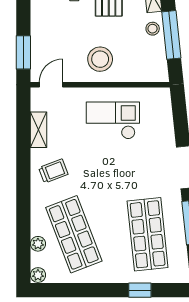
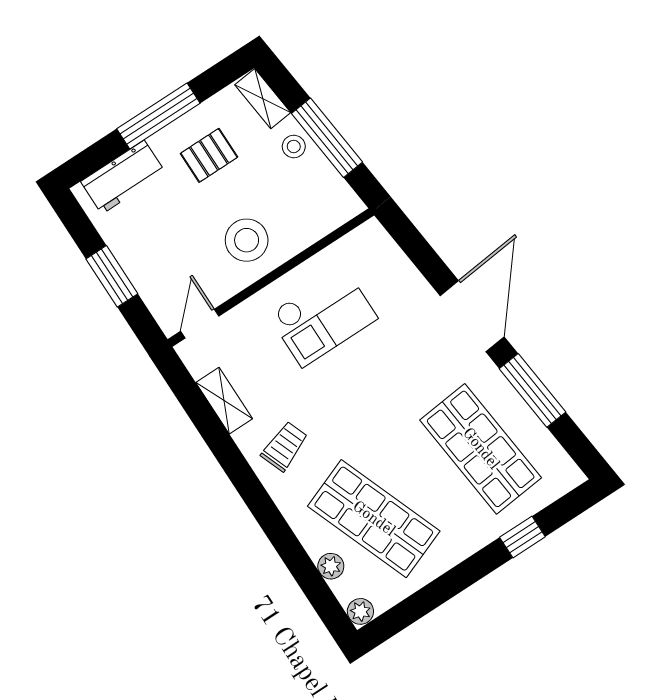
window: (23, 52) -> (112, 276), moved
checkout: (113, 120) -> (323, 317), turned 180

